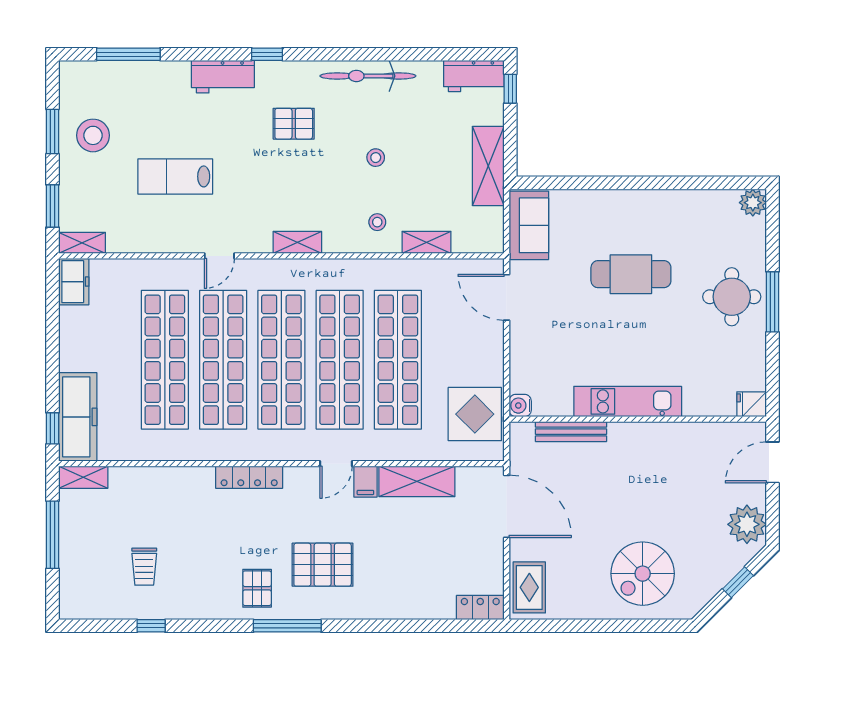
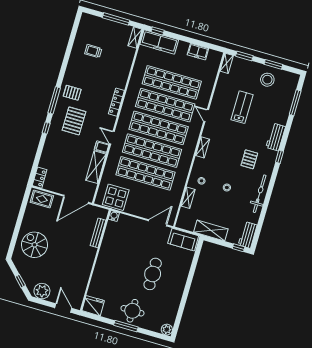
freezer: (74, 282) -> (198, 52), moved
kitchen unit: (628, 401) -> (103, 258), removed
fridge: (752, 404) -> (93, 306), width x1.88, depth x1.34
window: (151, 626) -> (46, 128), moved

